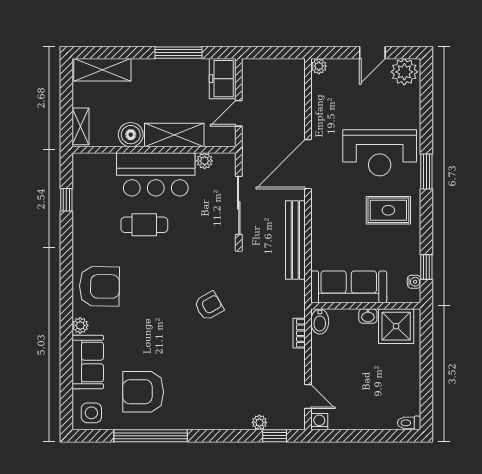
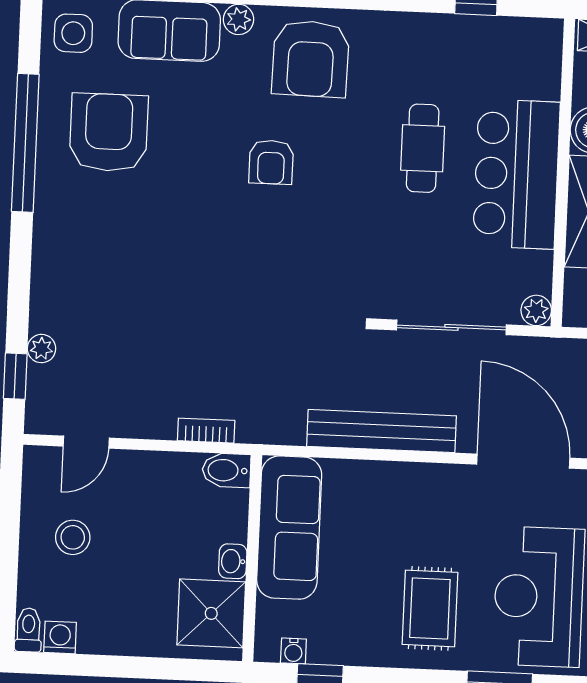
plant: (205, 161) -> (536, 310), moved
armchair: (209, 306) -> (271, 162), moved, turned 30
stool: (359, 401) -> (73, 537), added
washing machine: (319, 422) -> (60, 637), moved, turned -90

